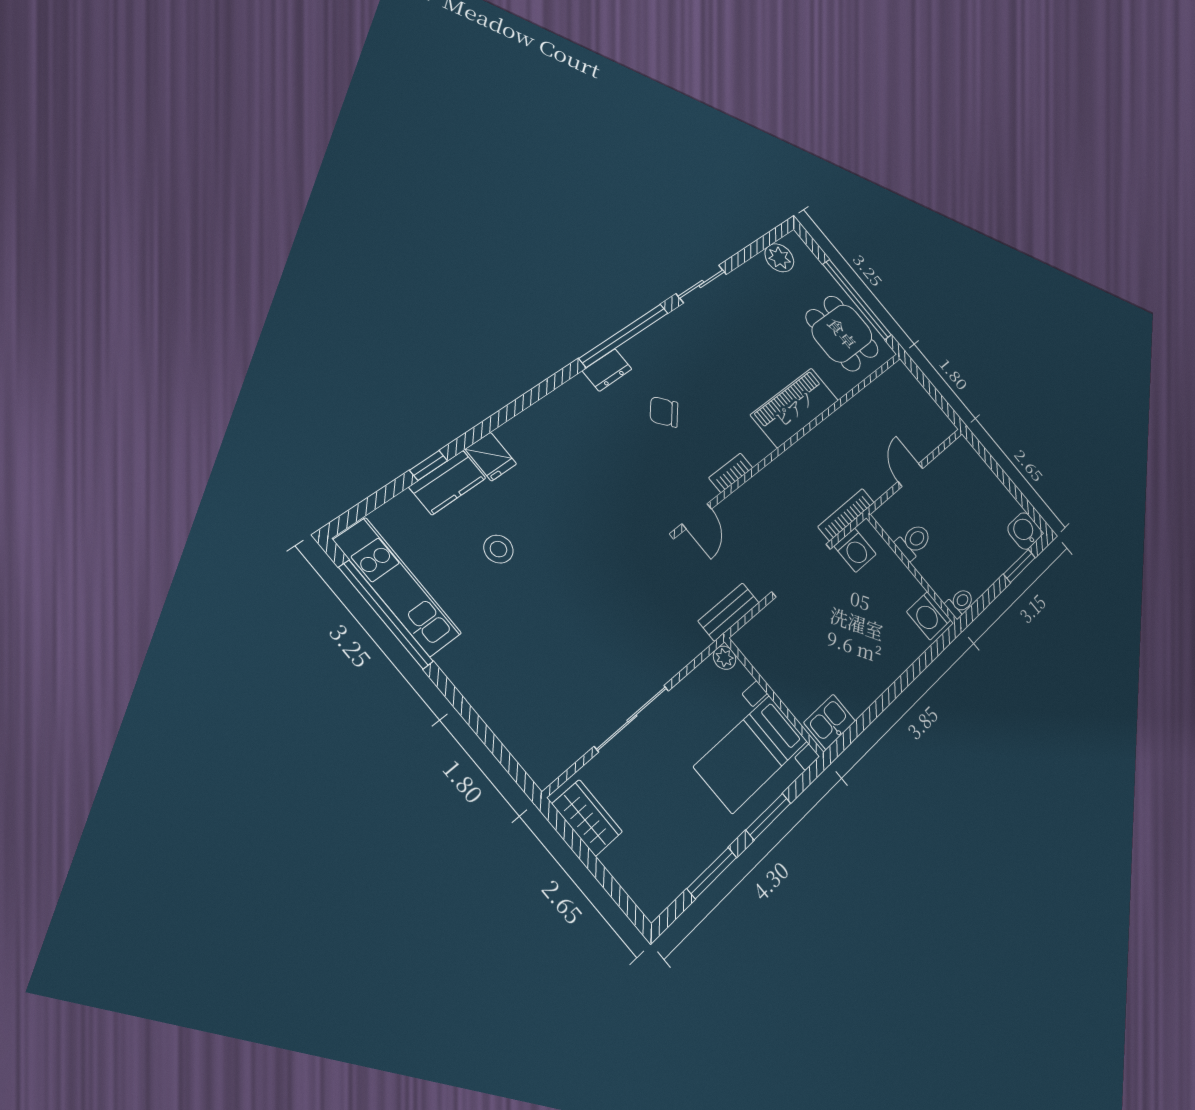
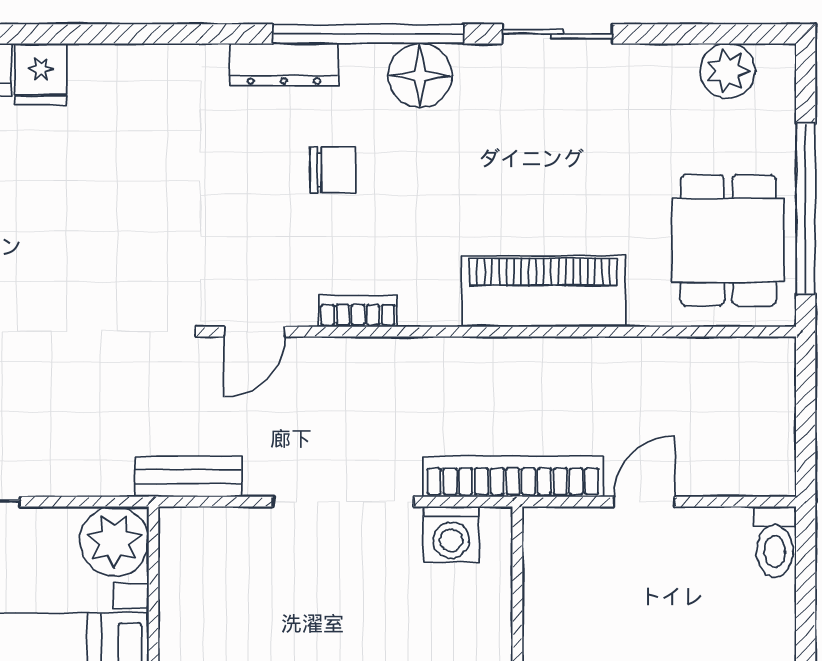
floor lamp: (662, 341) -> (420, 75), added
dresser: (607, 370) -> (284, 65), width x1.44
chair: (664, 412) -> (333, 170), turned 134
bookcase: (846, 515) -> (513, 476), width x1.48, depth x1.31
toilet: (914, 541) -> (775, 542), moved, turned 90
plant: (725, 658) -> (114, 541), width x1.88, depth x1.88

